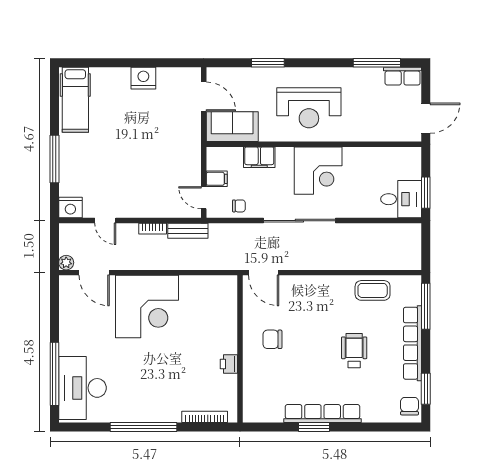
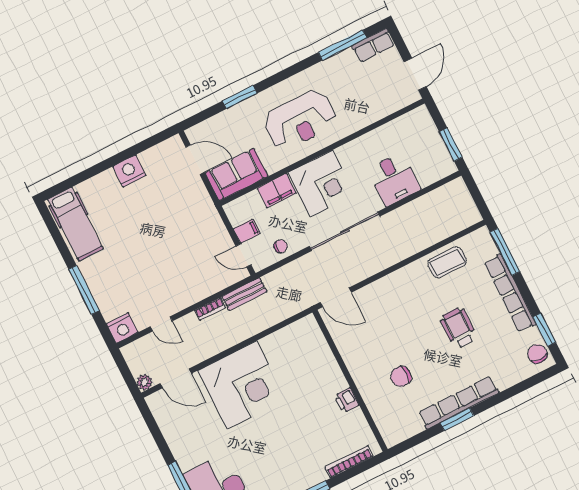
corner desk: (318, 171) -> (321, 184), moved
desk: (401, 199) -> (394, 179), moved, turned 90
chair: (272, 339) -> (401, 376), moved

